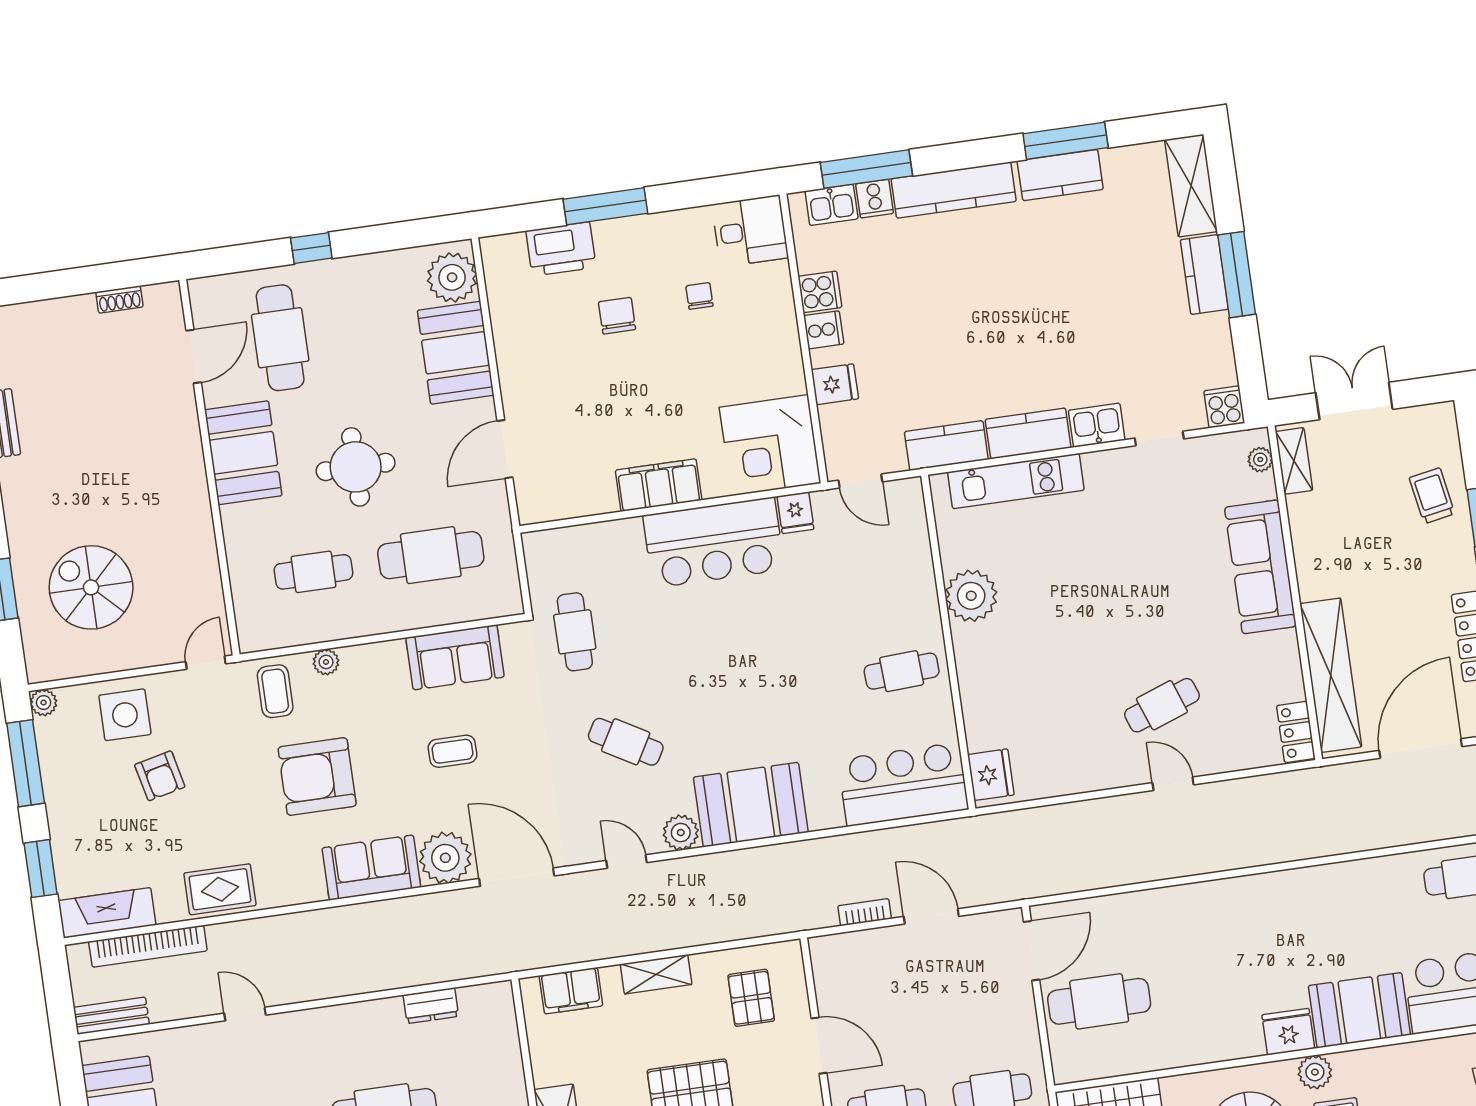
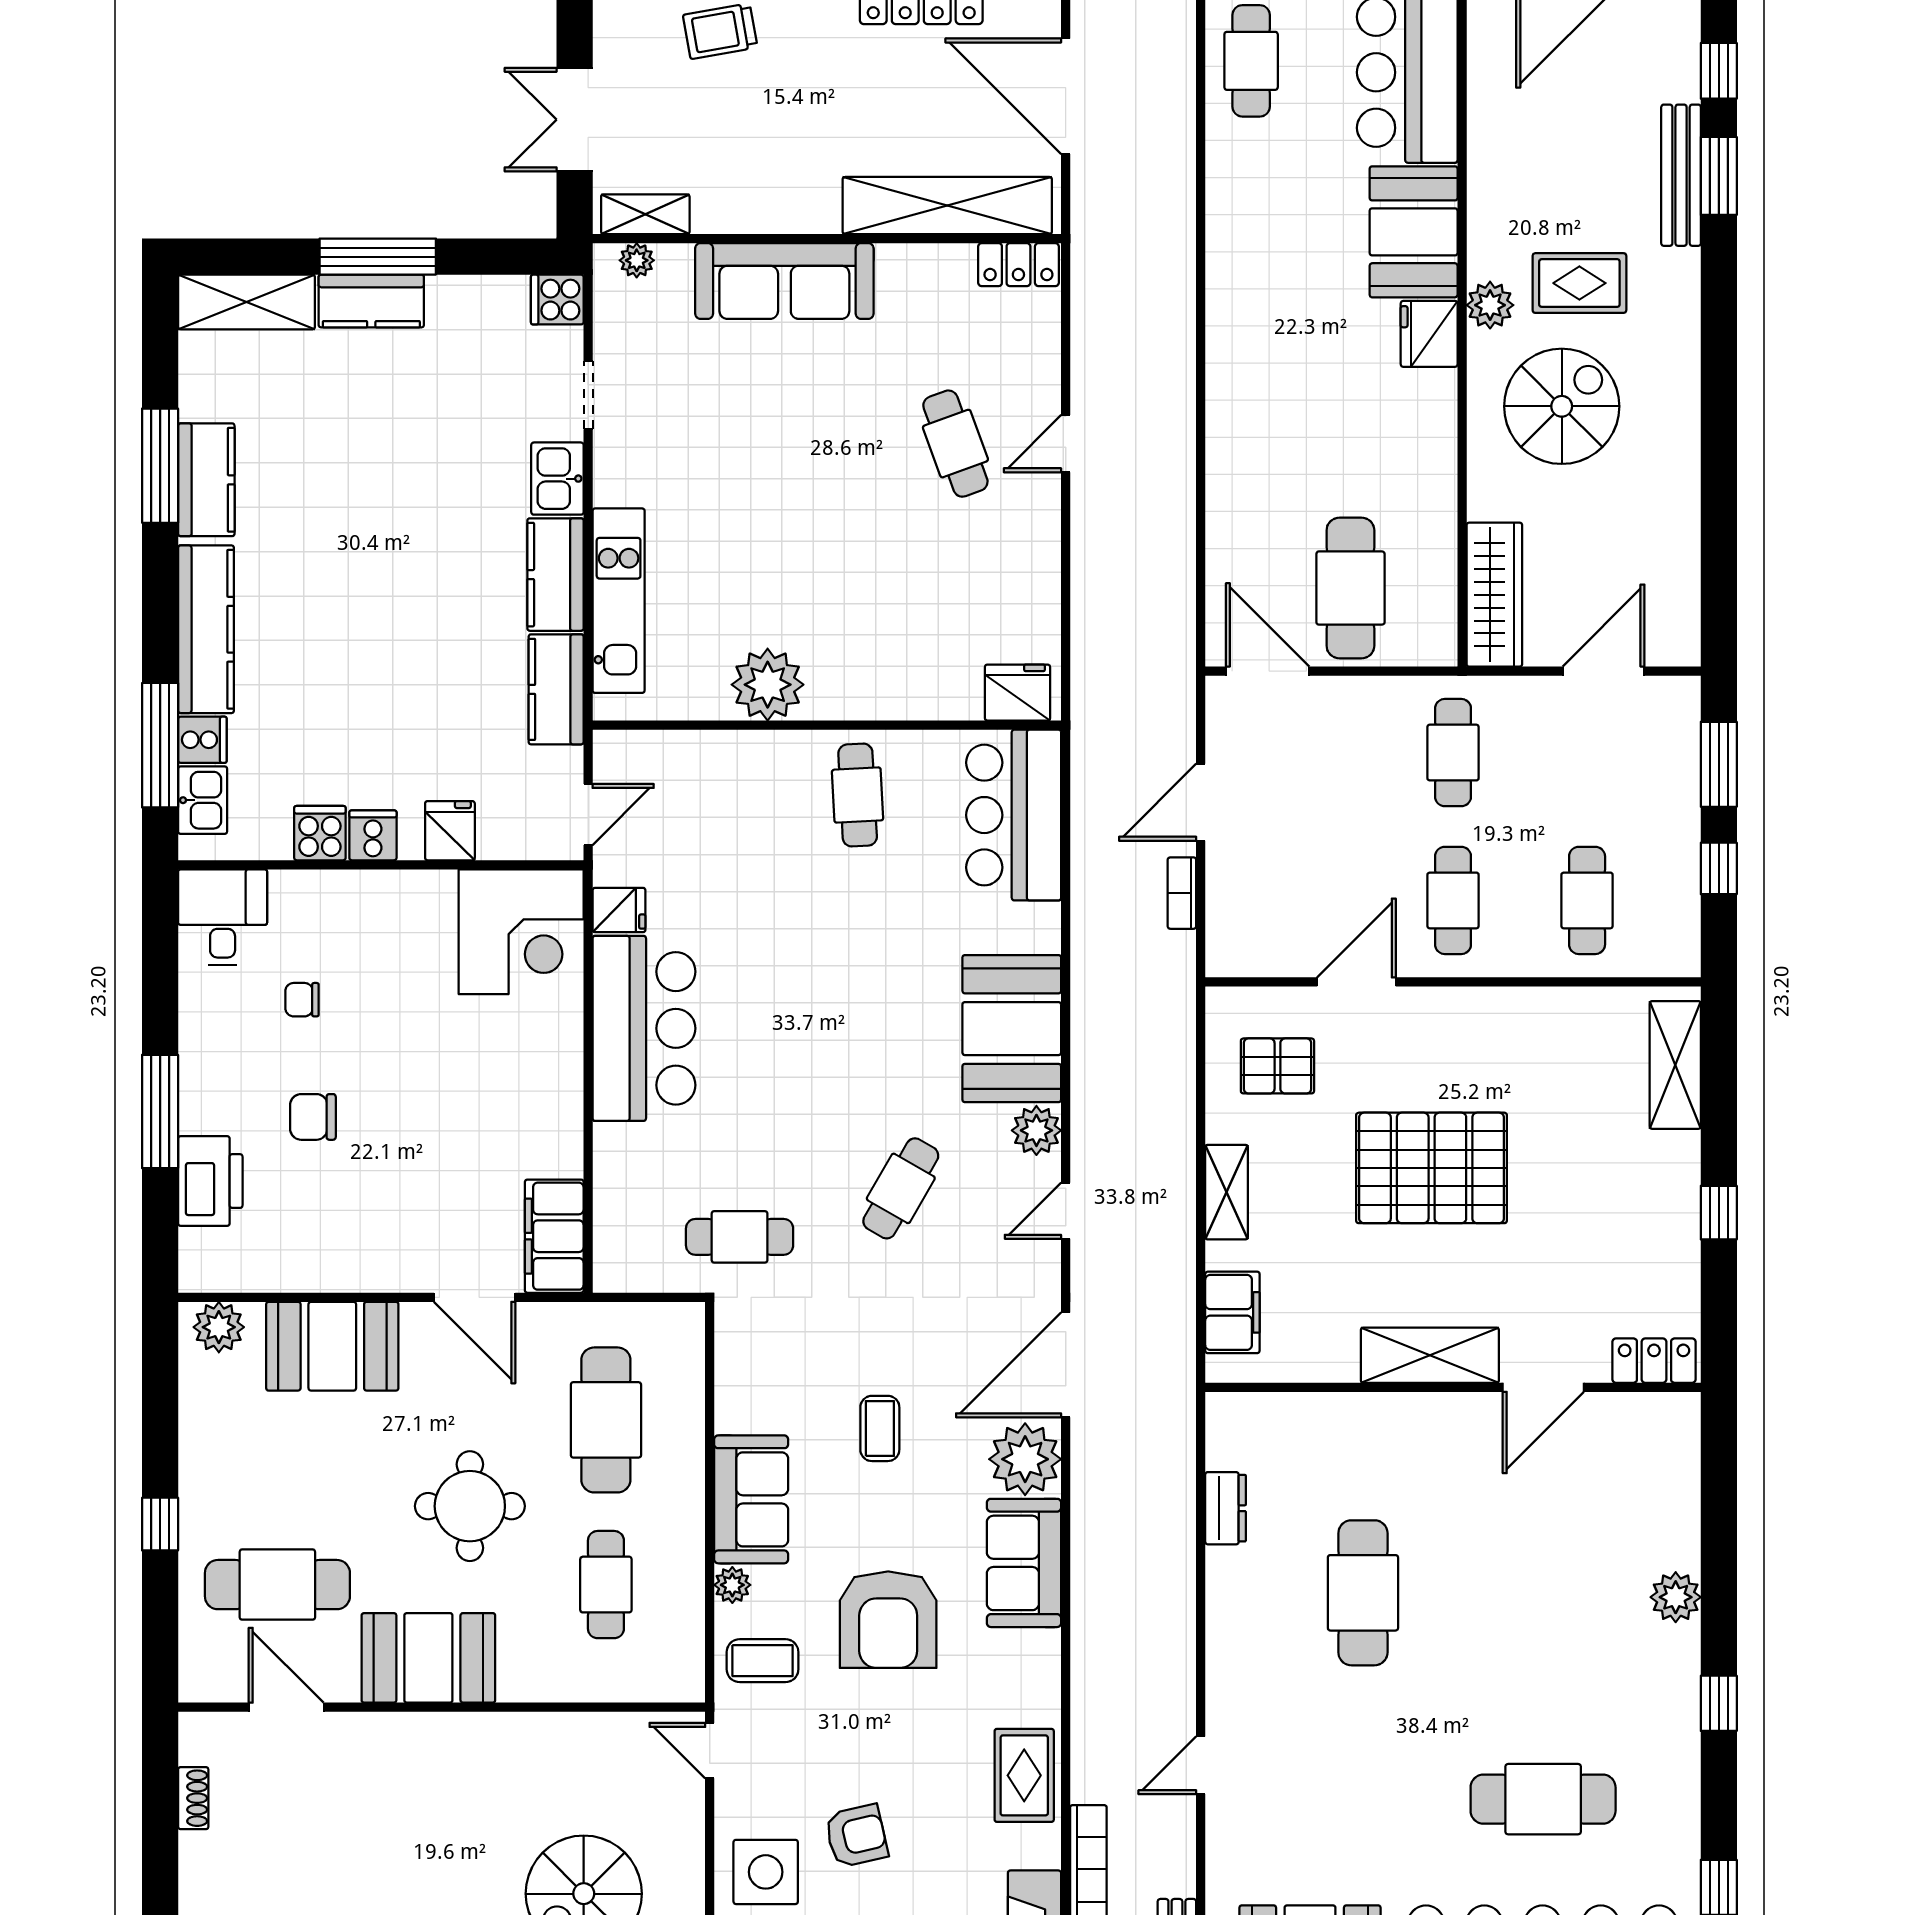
plant: (452, 277) -> (219, 1327), width x0.73, depth x0.73
filing cabinet: (659, 485) -> (554, 1236), moved
sofa: (455, 657) -> (751, 1499), moved

